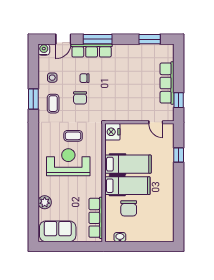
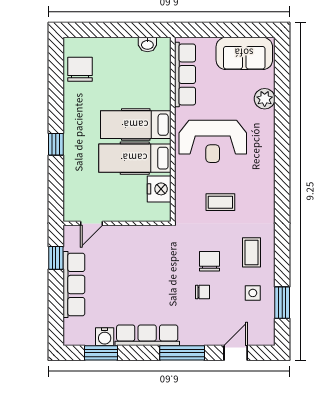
water cooler: (44, 50) -> (105, 337), moved
row of seats: (92, 50) -> (147, 335), moved
window: (33, 99) -> (282, 303), moved
door: (156, 122) -> (92, 223), swing flipped
nightstand: (112, 132) -> (159, 189), moved
window: (179, 155) -> (56, 144), moved
reception desk: (68, 162) -> (213, 141), moved
chair: (129, 208) -> (80, 69), moved

